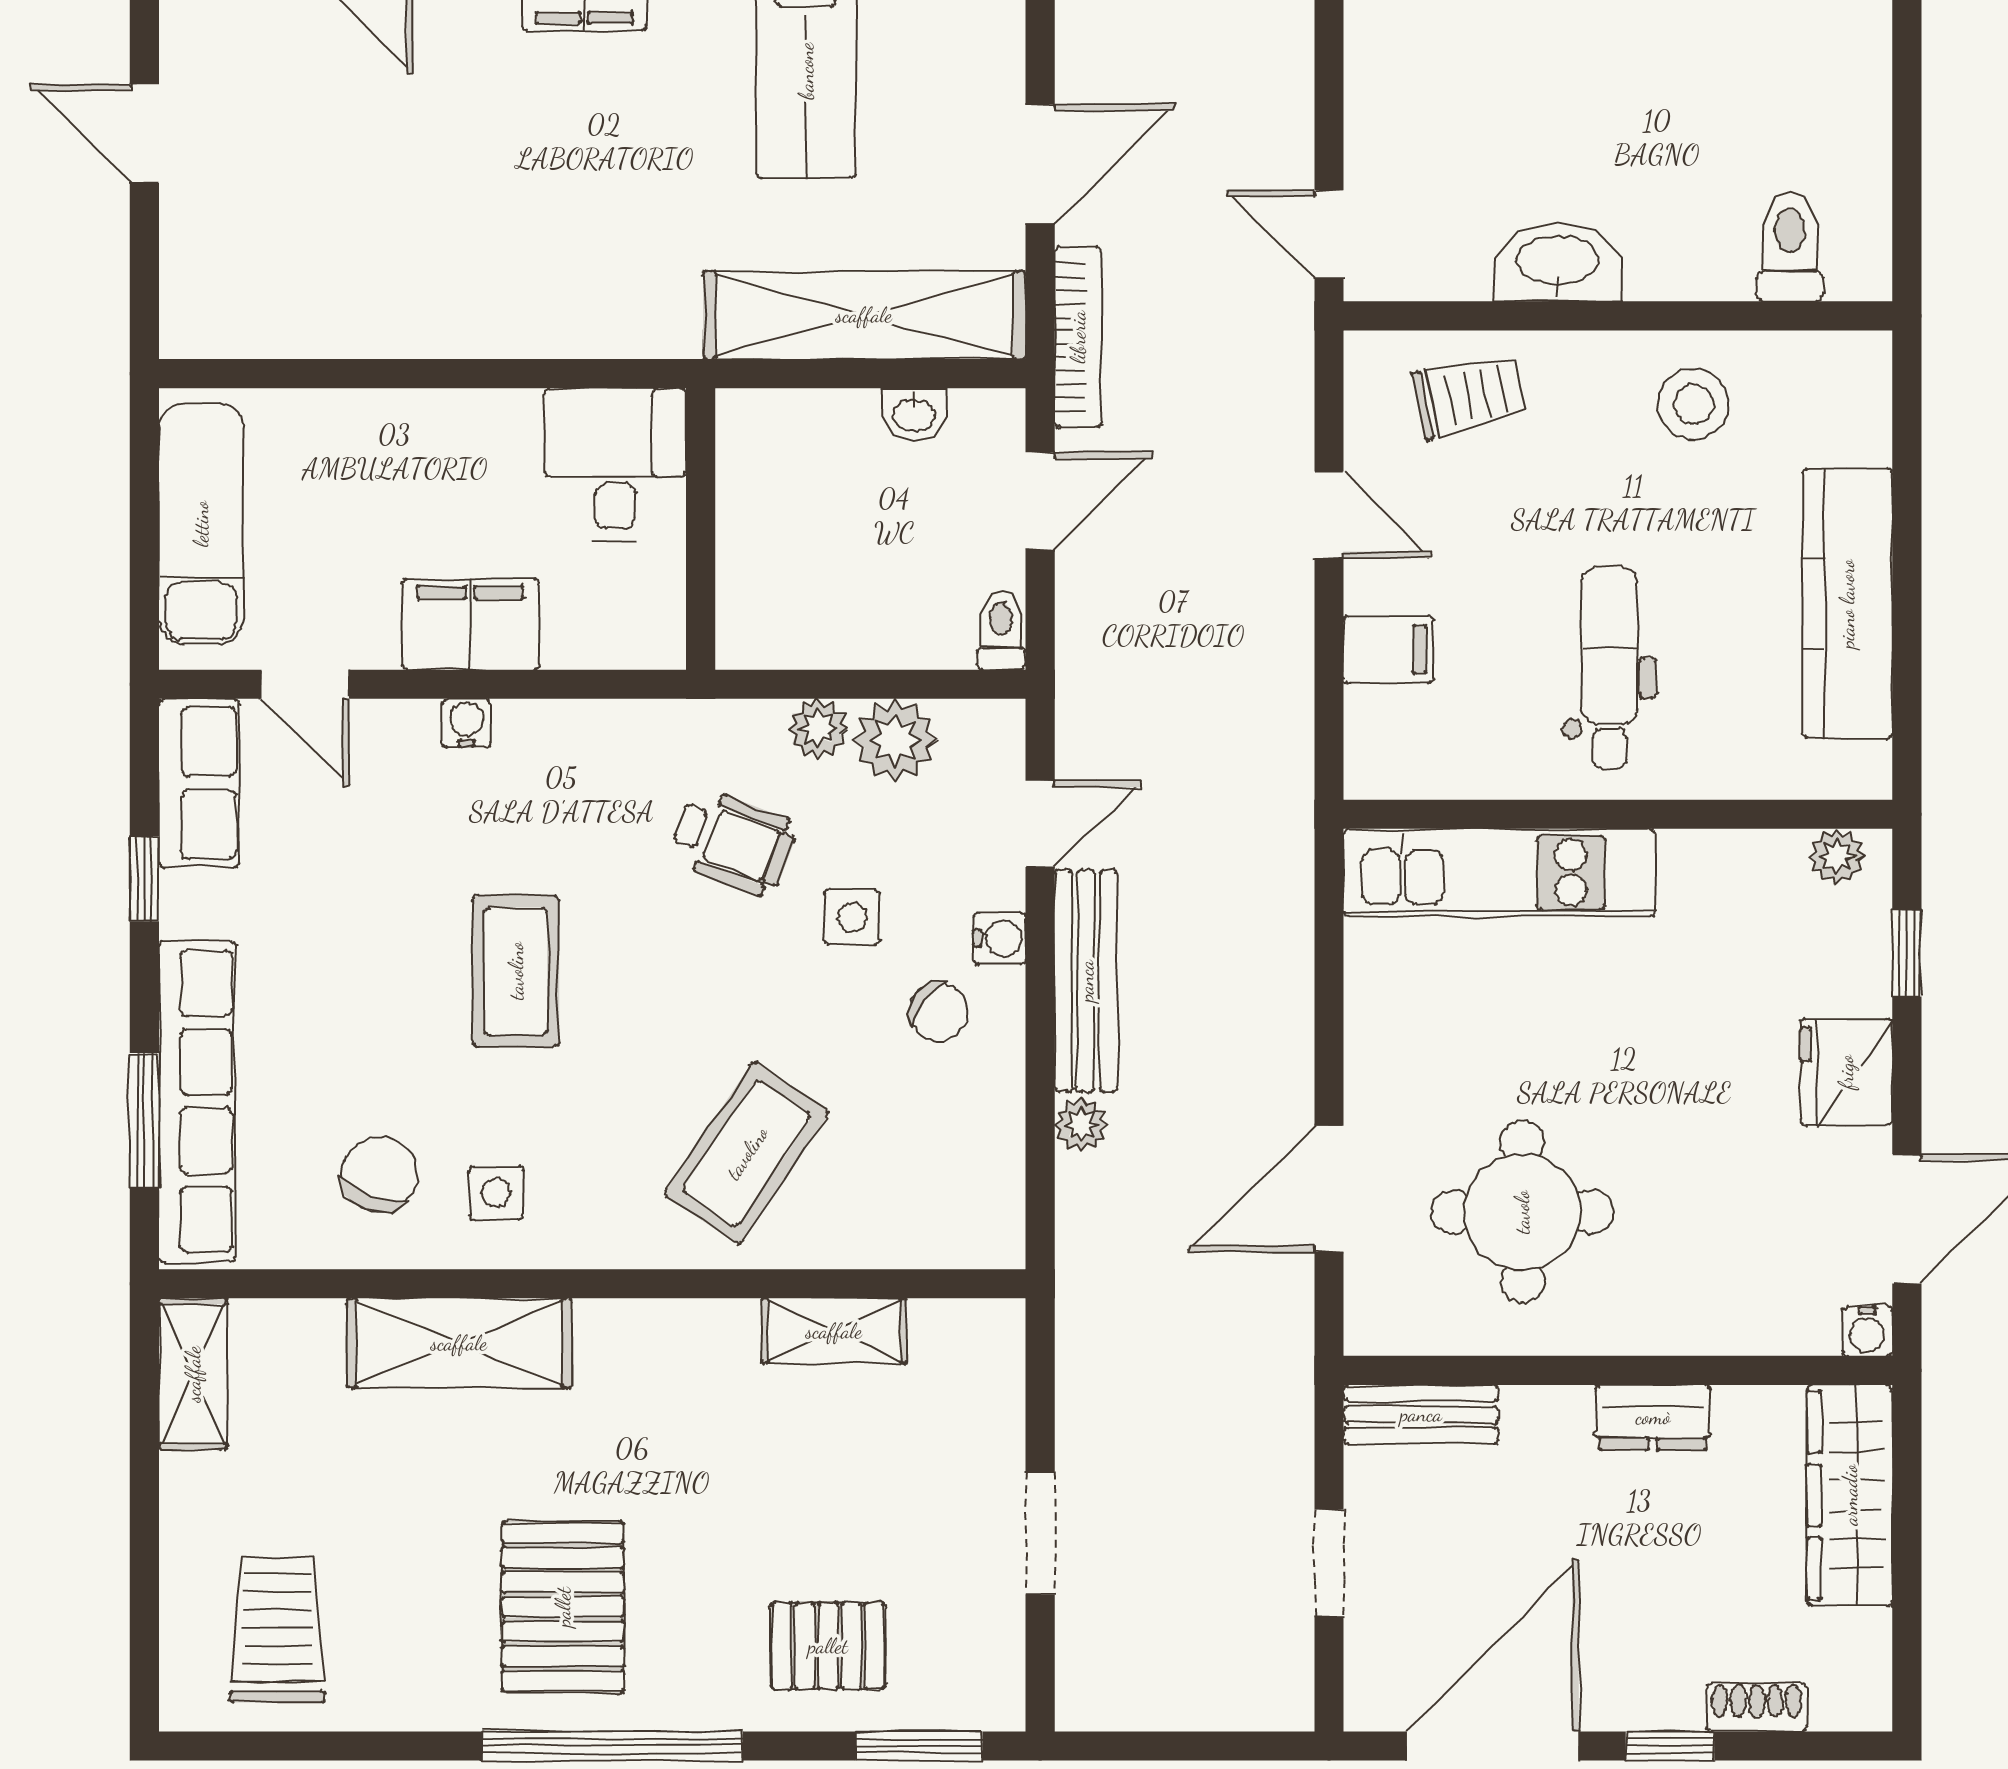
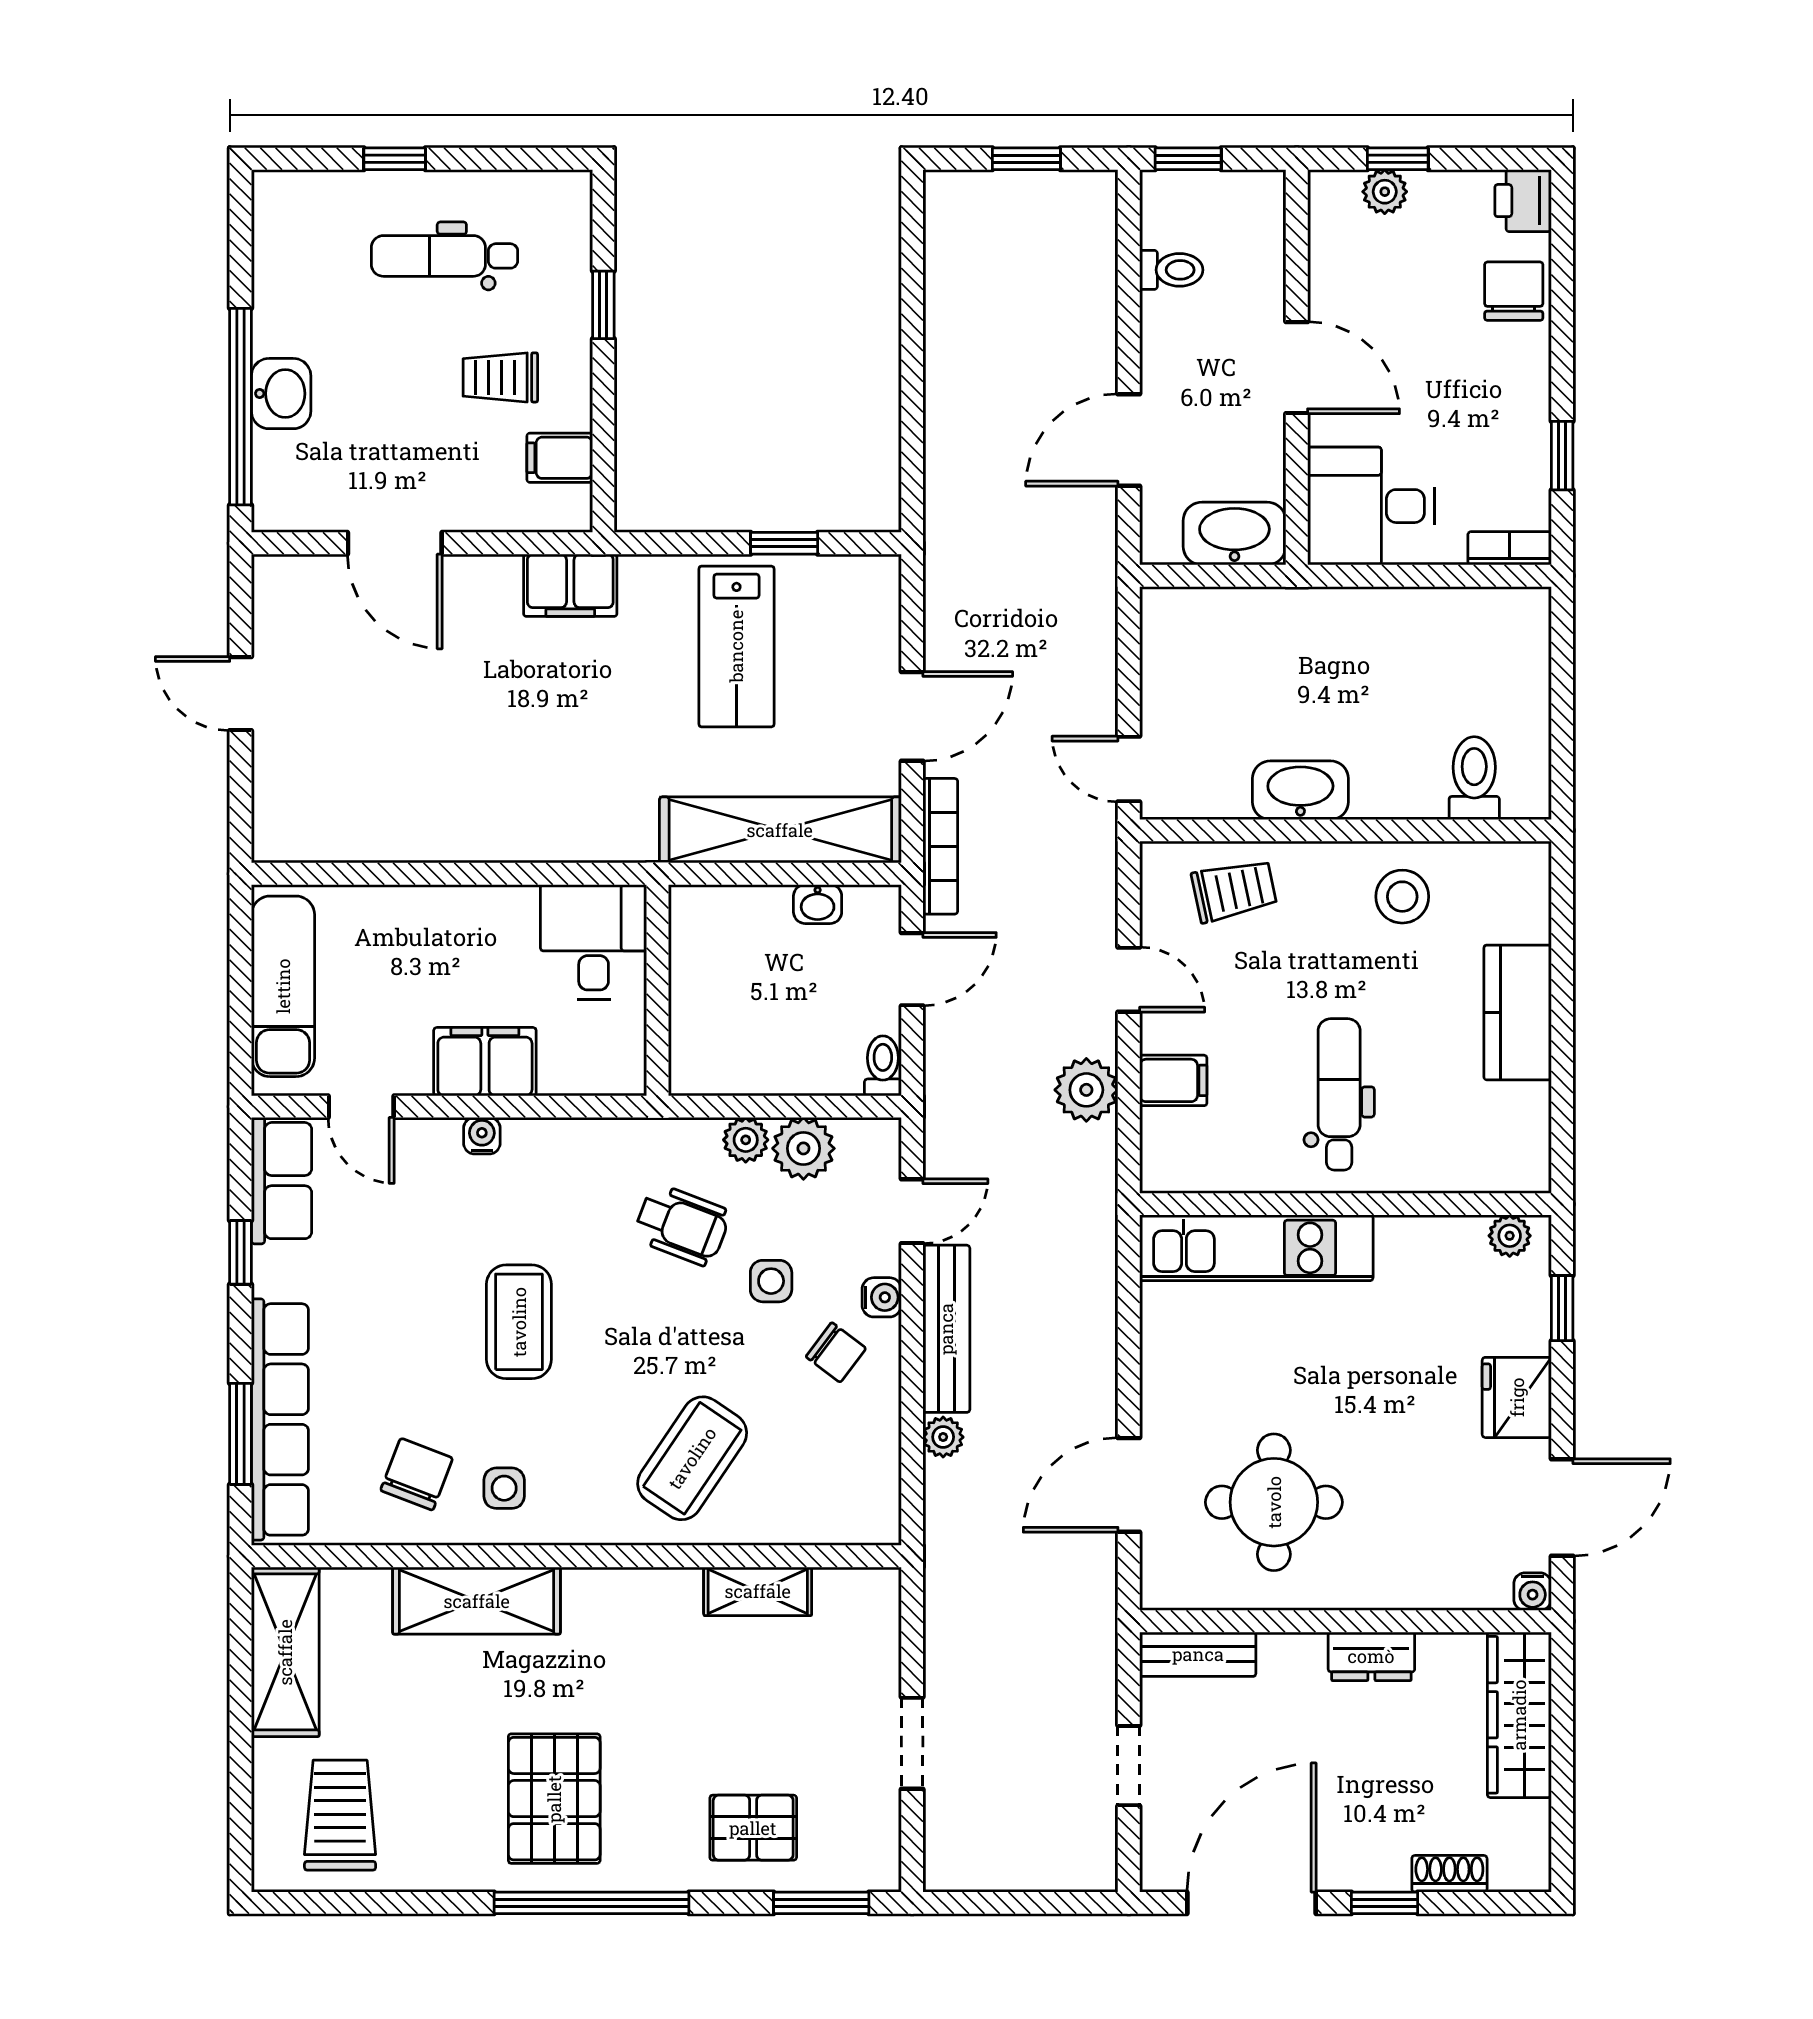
kitchen counter: (1847, 604) -> (1518, 1012), width x0.67
plant: (1272, 662) -> (1086, 1090), added
shelving: (193, 1374) -> (285, 1652), width x1.50, depth x1.33

